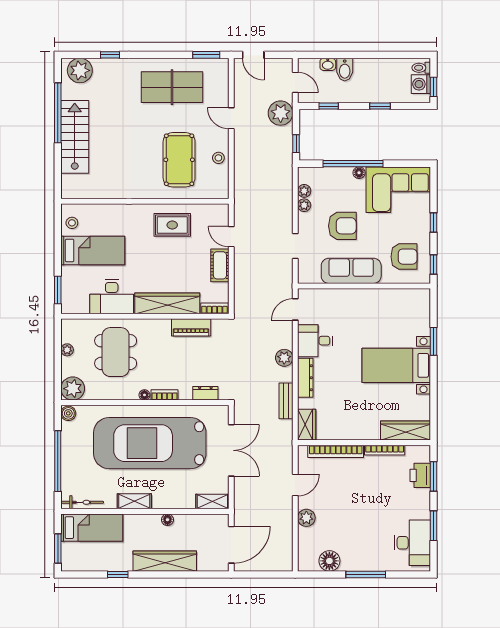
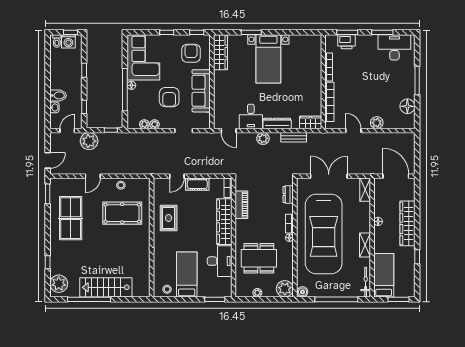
armchair: (342, 226) -> (169, 97), turned 180
wardrobe: (405, 431) -> (220, 52), moved, turned 180

